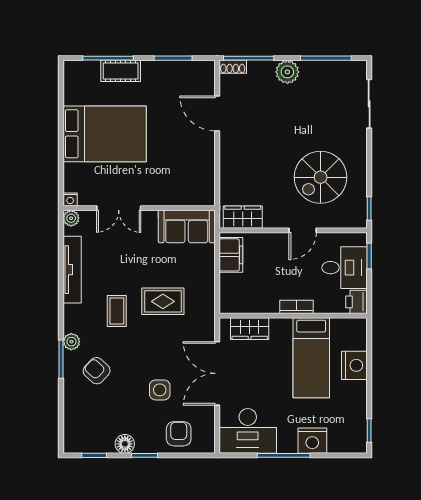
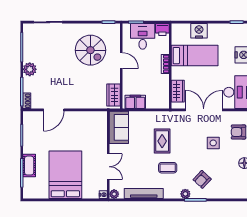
double door: (217, 373) -> (204, 110), swing flipped

